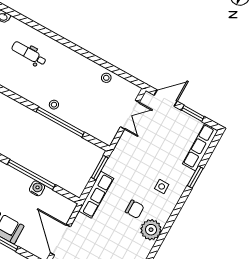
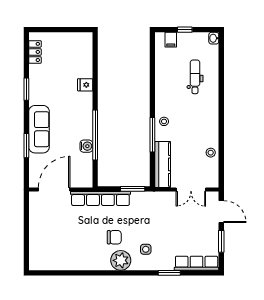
window: (60, 122) -> (152, 135), width x0.68
kitchen counter: (93, 128) -> (163, 164), added
row of seats: (96, 195) -> (100, 198), width x1.36
chair: (135, 209) -> (114, 237), turned -90
plant: (151, 230) -> (121, 260), moved

